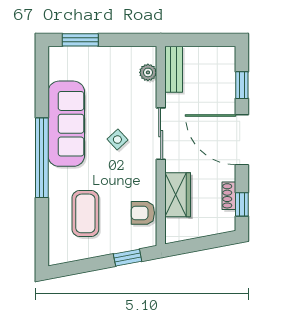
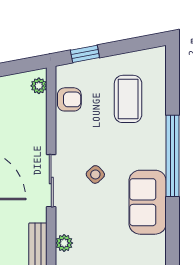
sofa: (66, 124) -> (148, 202), width x0.73
wardrobe: (178, 195) -> (34, 118), removed
plant: (173, 226) -> (39, 86), added

